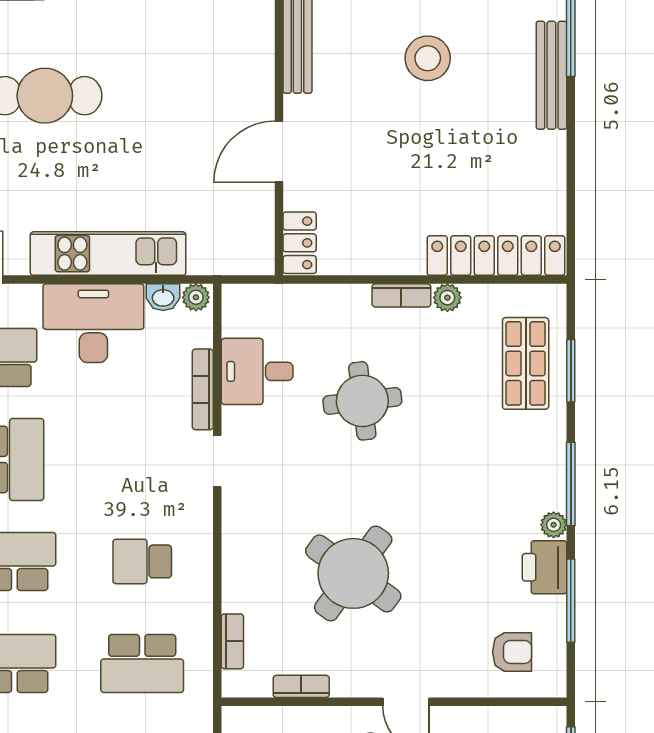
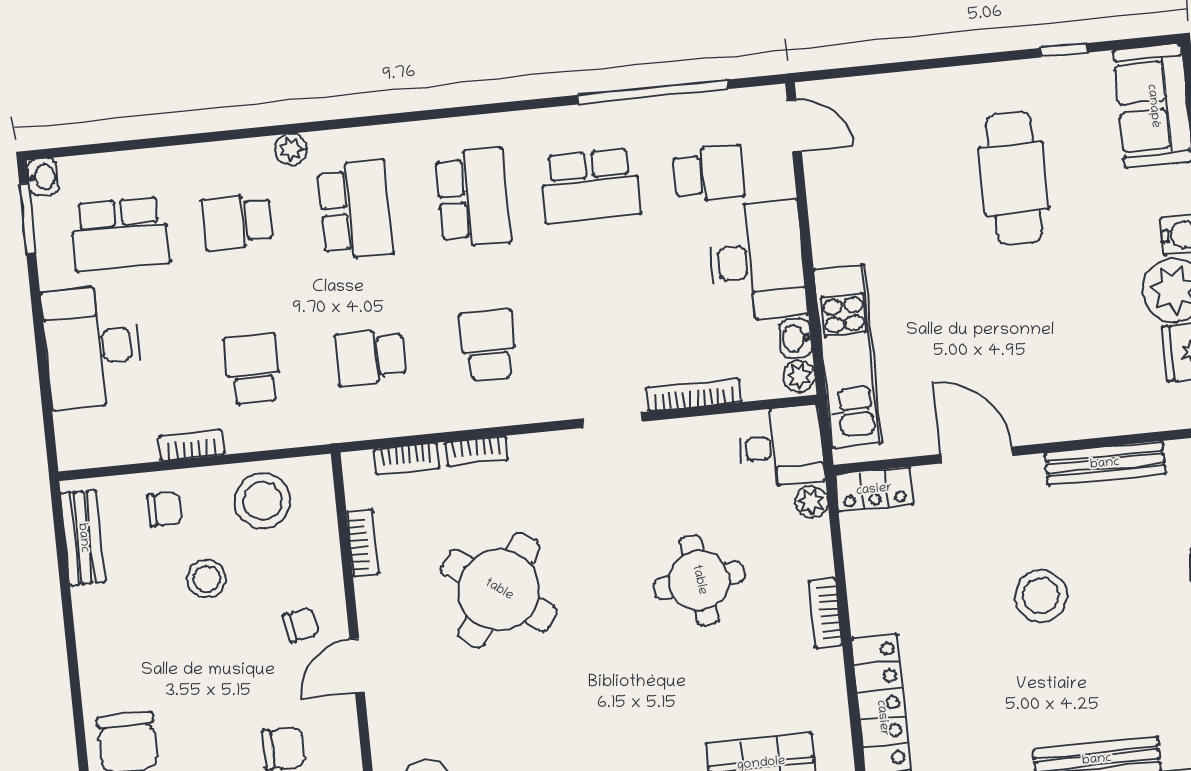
stool: (428, 58) -> (1041, 596), moved
kitchen unit: (108, 254) -> (848, 356), moved
plant: (447, 298) -> (811, 501), moved
desk: (257, 371) -> (780, 446), moved, turned 90
bookcase: (232, 580) -> (477, 451), added
school desk: (142, 663) -> (370, 357), width x0.54

